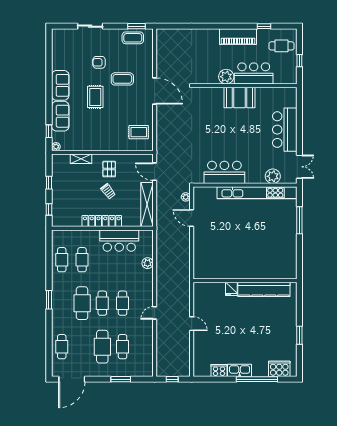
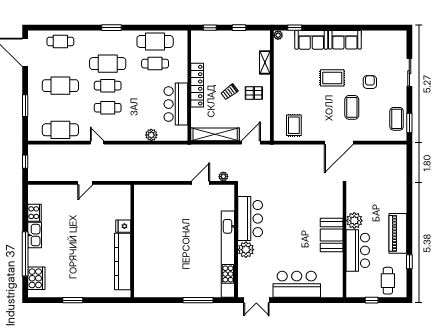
plant: (273, 176) -> (246, 250), moved
cafe table: (62, 260) -> (155, 41), width x1.37, depth x1.35
cafe table: (123, 347) -> (60, 130), moved, width x1.37, depth x1.35

